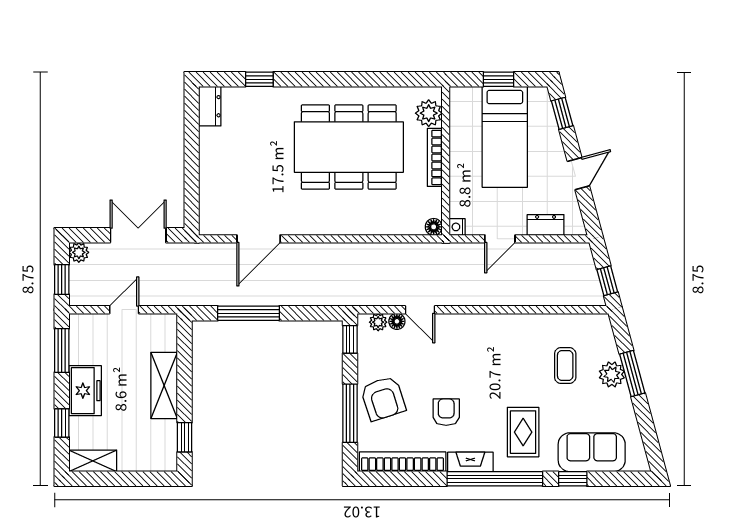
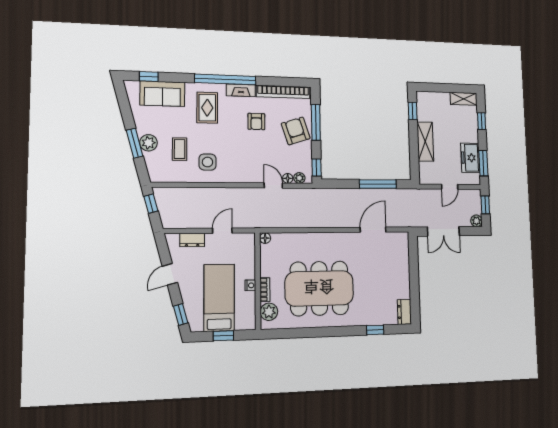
bookcase: (435, 157) -> (265, 290), width x0.64
nightstand: (457, 227) -> (250, 285), moved
side table: (523, 346) -> (207, 162), added
freezer: (85, 391) -> (470, 158), moved
window: (573, 479) -> (149, 76), moved

